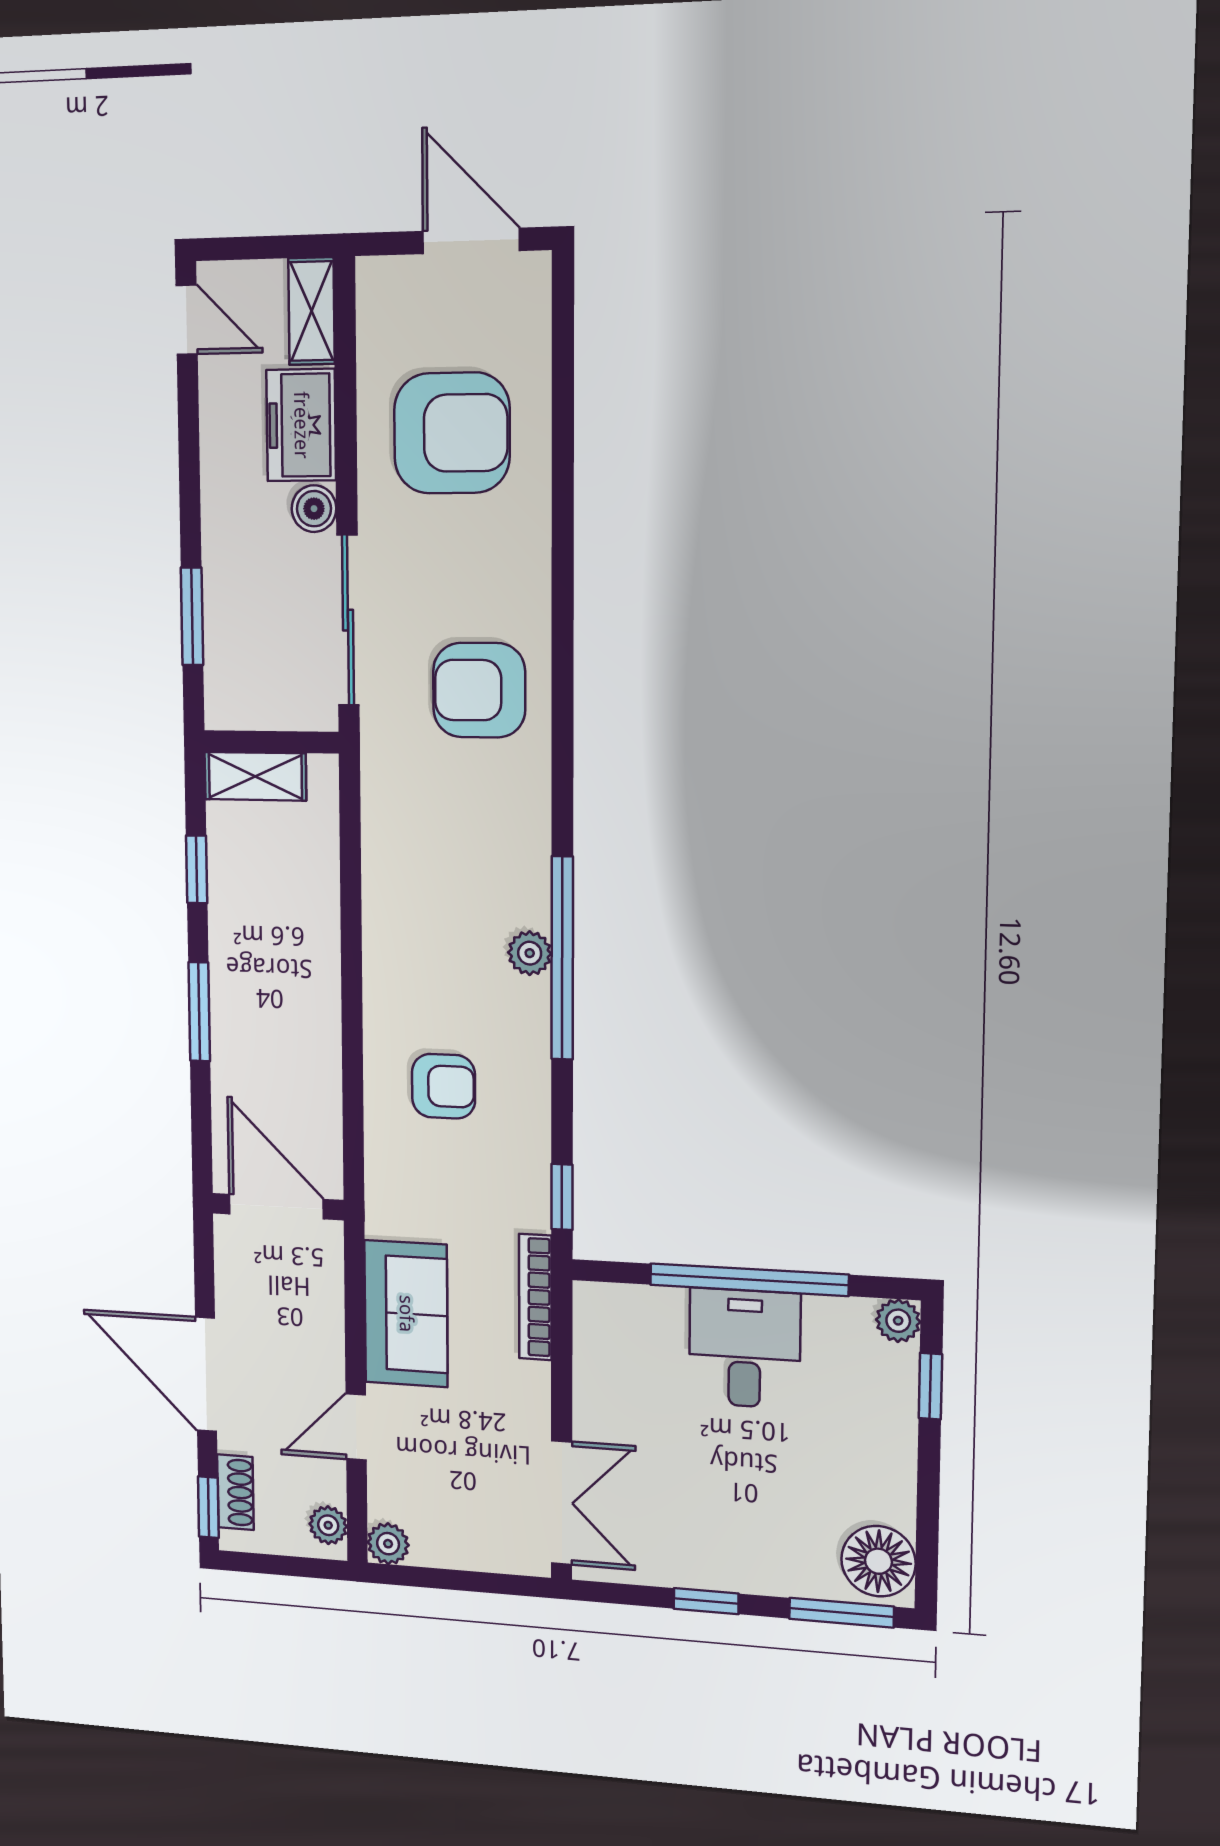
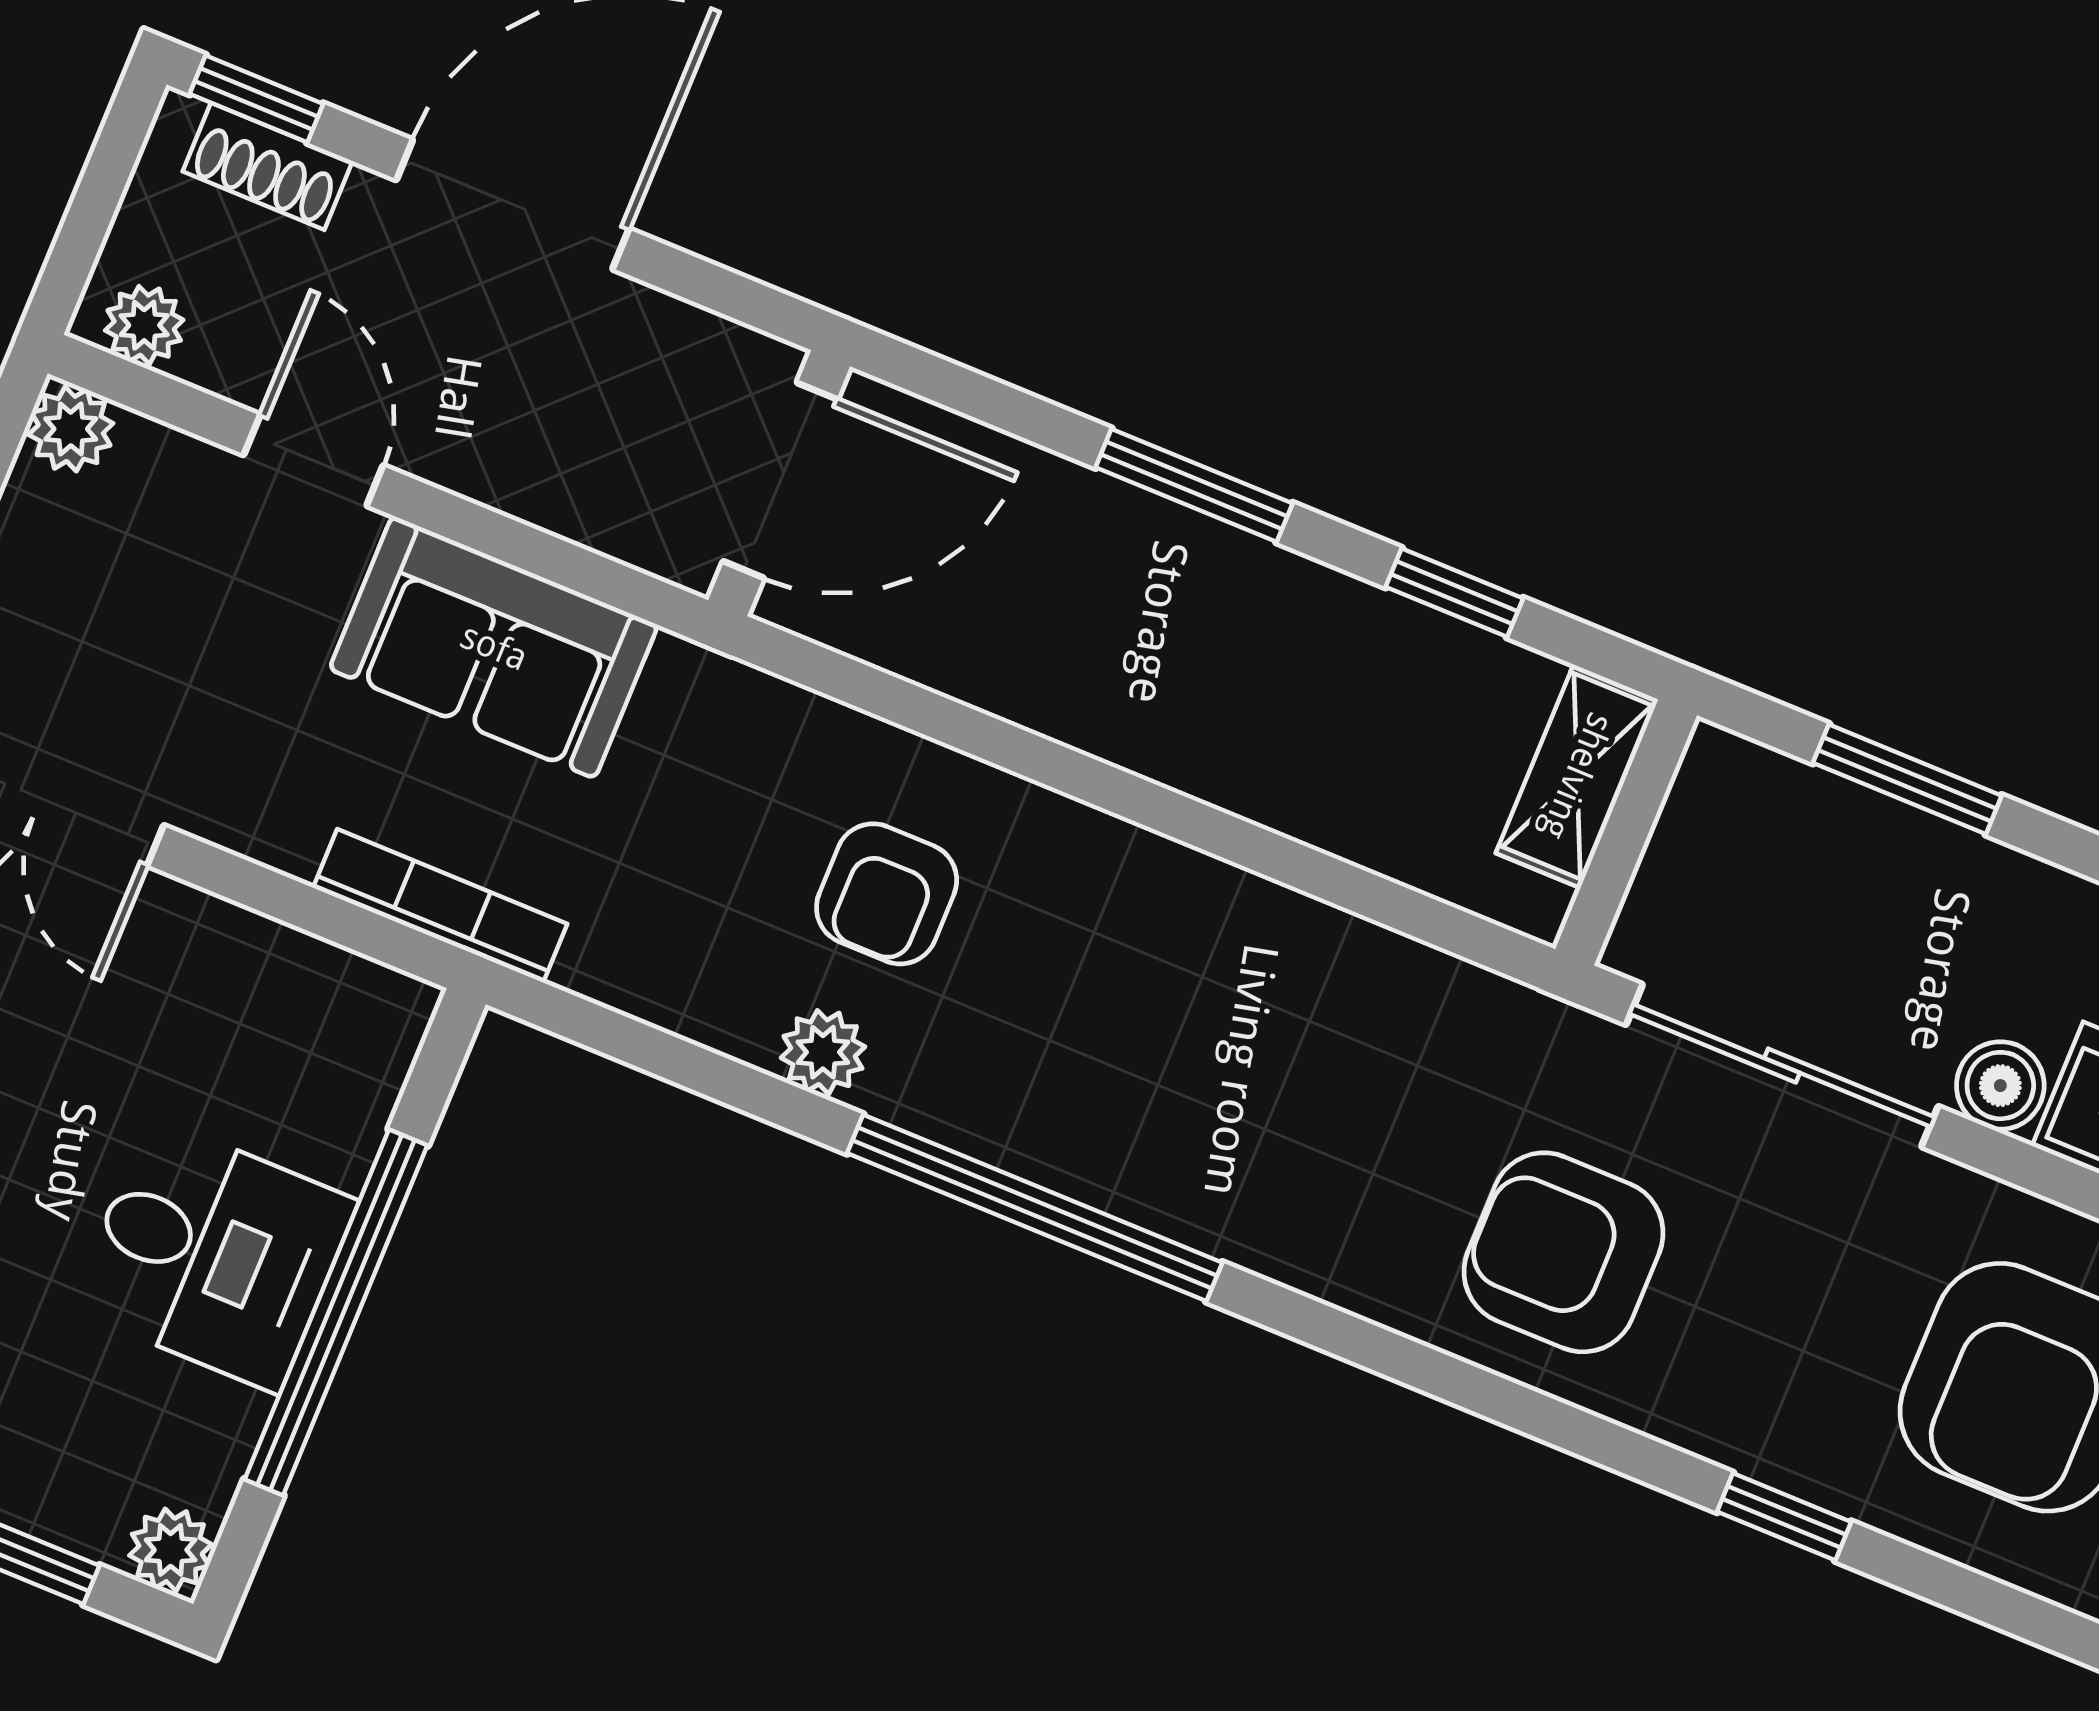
armchair: (479, 690) -> (1564, 1252), turned -90
plant: (530, 953) -> (823, 1052), moved
window: (562, 1197) -> (1784, 1517), moved

